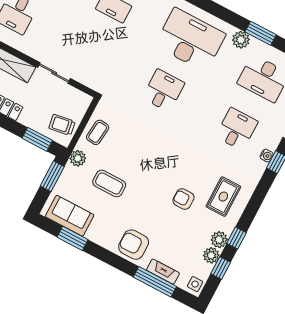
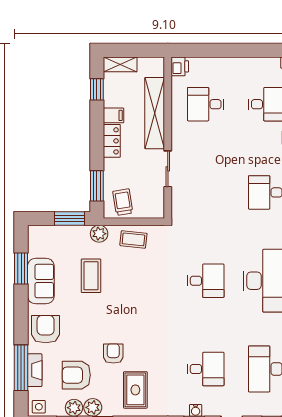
rug: (223, 197) -> (135, 390), turned 90
sofa: (70, 216) -> (41, 281), moved
armchair: (185, 239) -> (76, 375), added

